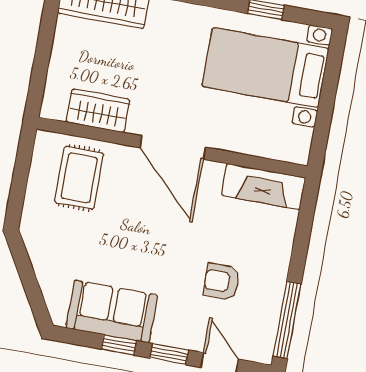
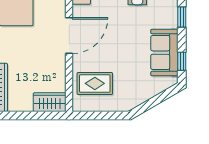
wardrobe: (98, 111) -> (50, 102), moved, turned 90
window: (119, 345) -> (182, 61), moved

